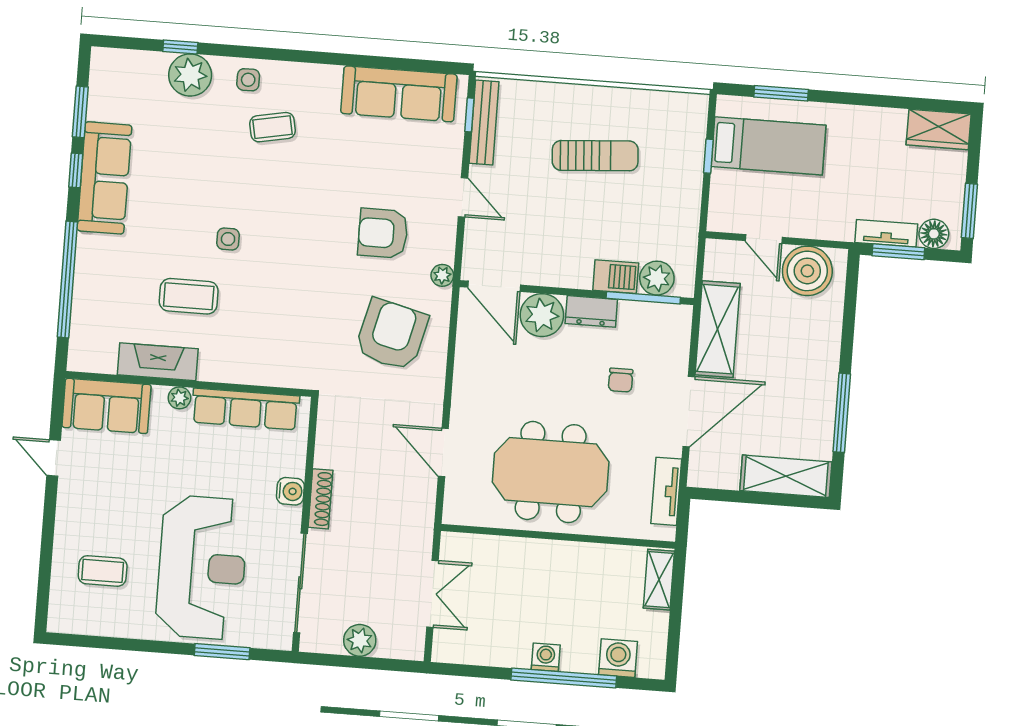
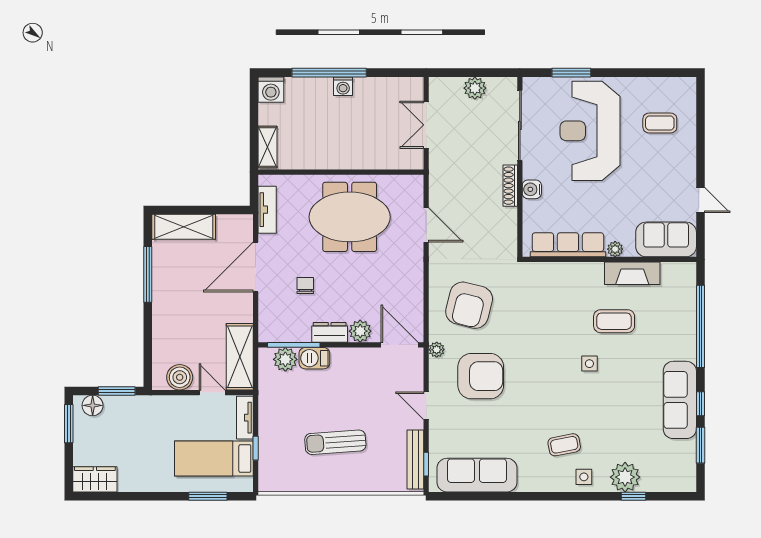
armchair: (383, 233) -> (481, 376), width x1.36, depth x1.36
tv unit: (886, 233) -> (245, 418), moved, turned 90
boiler: (807, 271) -> (180, 377), width x0.73, depth x0.73
plant: (542, 315) -> (360, 331), width x0.73, depth x0.73
shelving: (718, 329) -> (240, 357), moved
washing machine: (618, 658) -> (271, 90), moved

